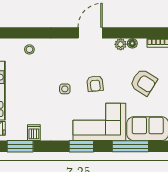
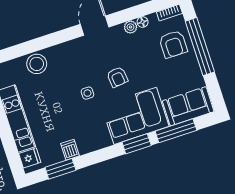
stool: (29, 49) -> (37, 64), width x1.89, depth x1.89
armchair: (144, 82) -> (173, 44), moved, turned 58
window: (81, 146) -> (137, 144), moved

